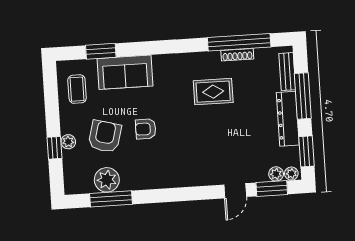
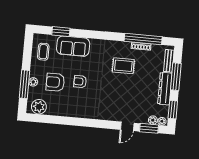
armchair: (105, 136) -> (55, 82), turned -105
window: (54, 148) -> (25, 84), width x2.17
plant: (107, 180) -> (39, 107), moved
window: (111, 199) -> (53, 120), removed

